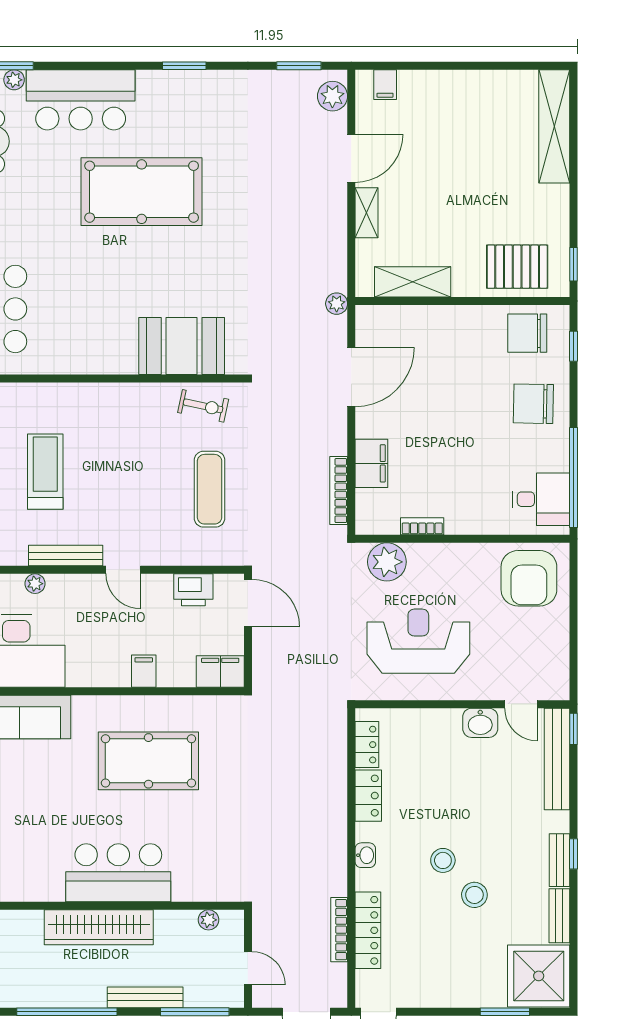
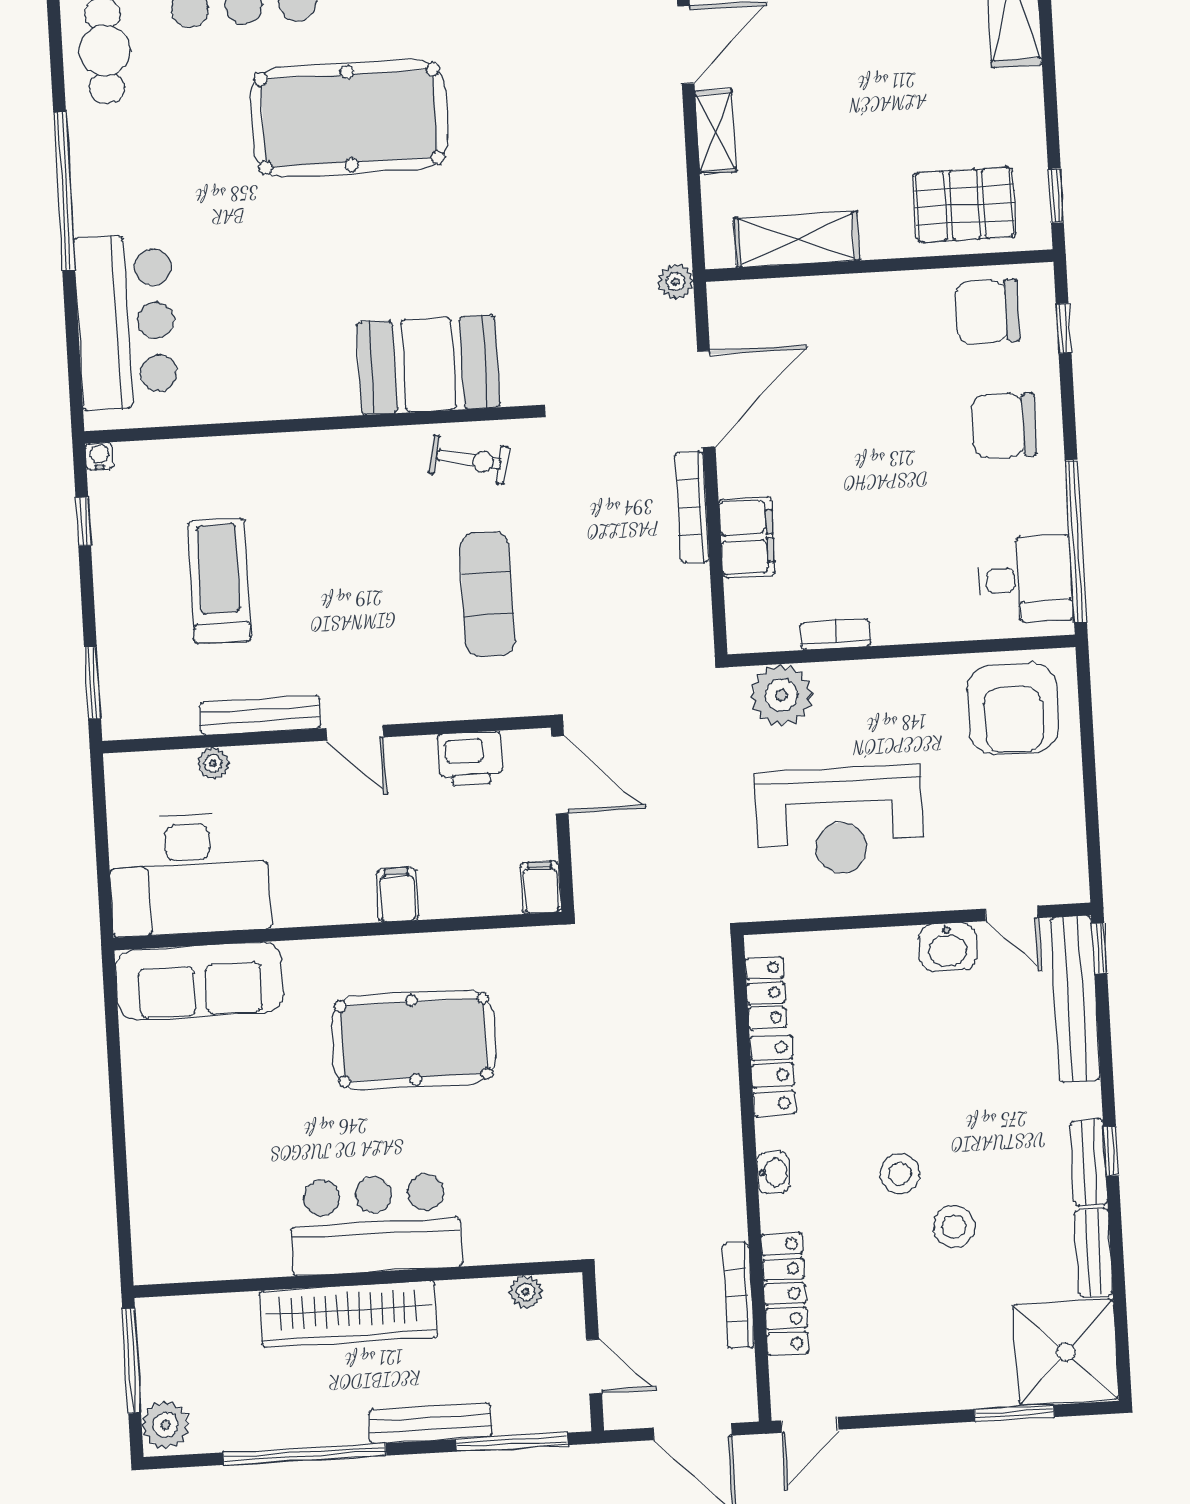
bookcase: (339, 491) -> (692, 507), moved
reception desk: (418, 641) -> (840, 821), turned 180
filing cabinet: (220, 671) -> (541, 887), width x0.50

